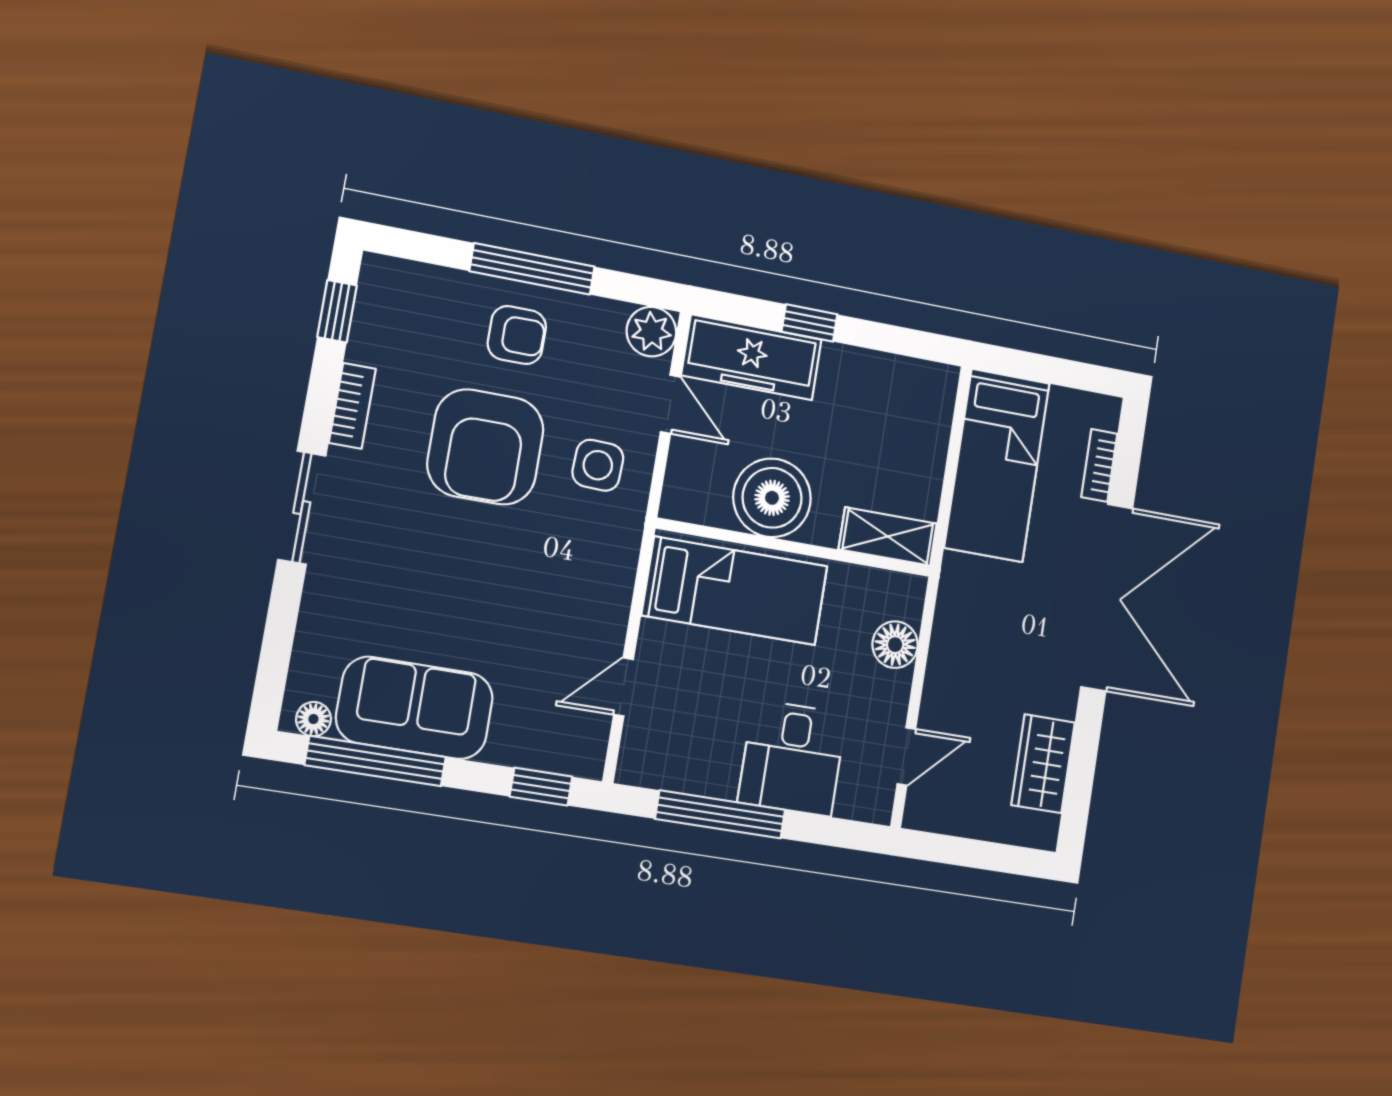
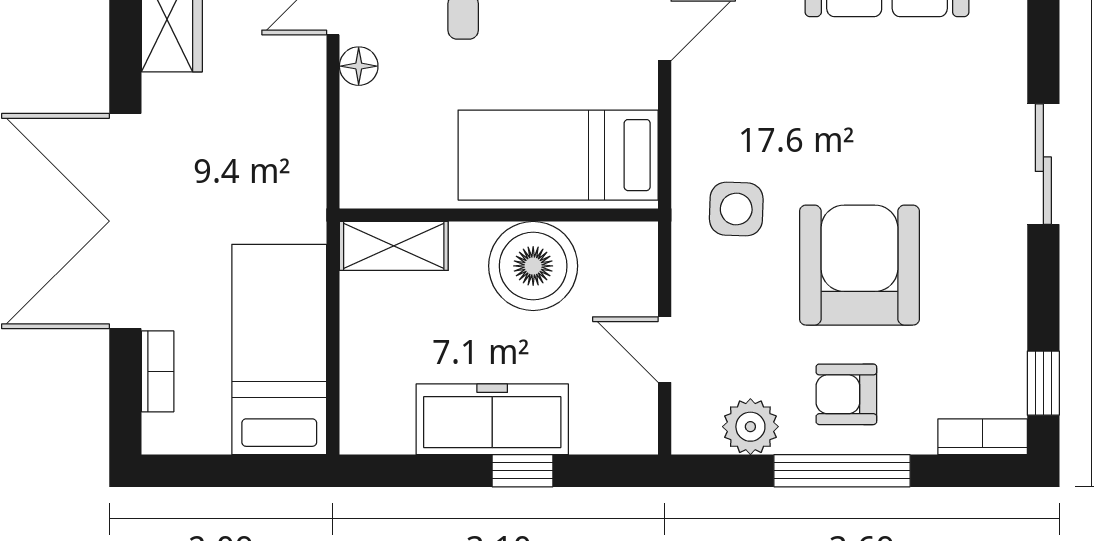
plant: (651, 332) -> (750, 427), moved
freezer: (752, 357) -> (492, 419), moved
bookcase: (352, 406) -> (983, 437), moved, turned 90
side table: (598, 465) -> (736, 209), moved
floor lamp: (895, 645) -> (359, 66), moved, width x0.73, depth x0.73

